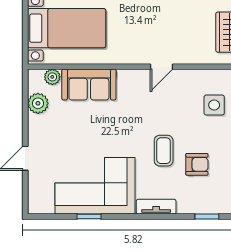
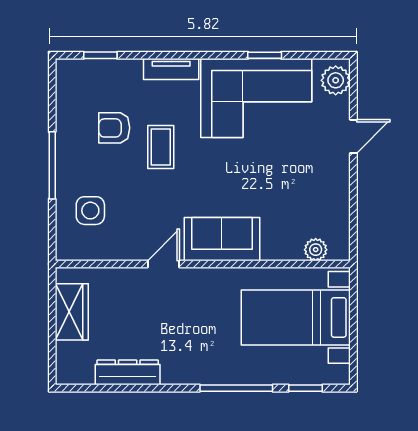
sofa: (89, 84) -> (222, 239), moved
plant: (38, 103) -> (336, 80), moved

